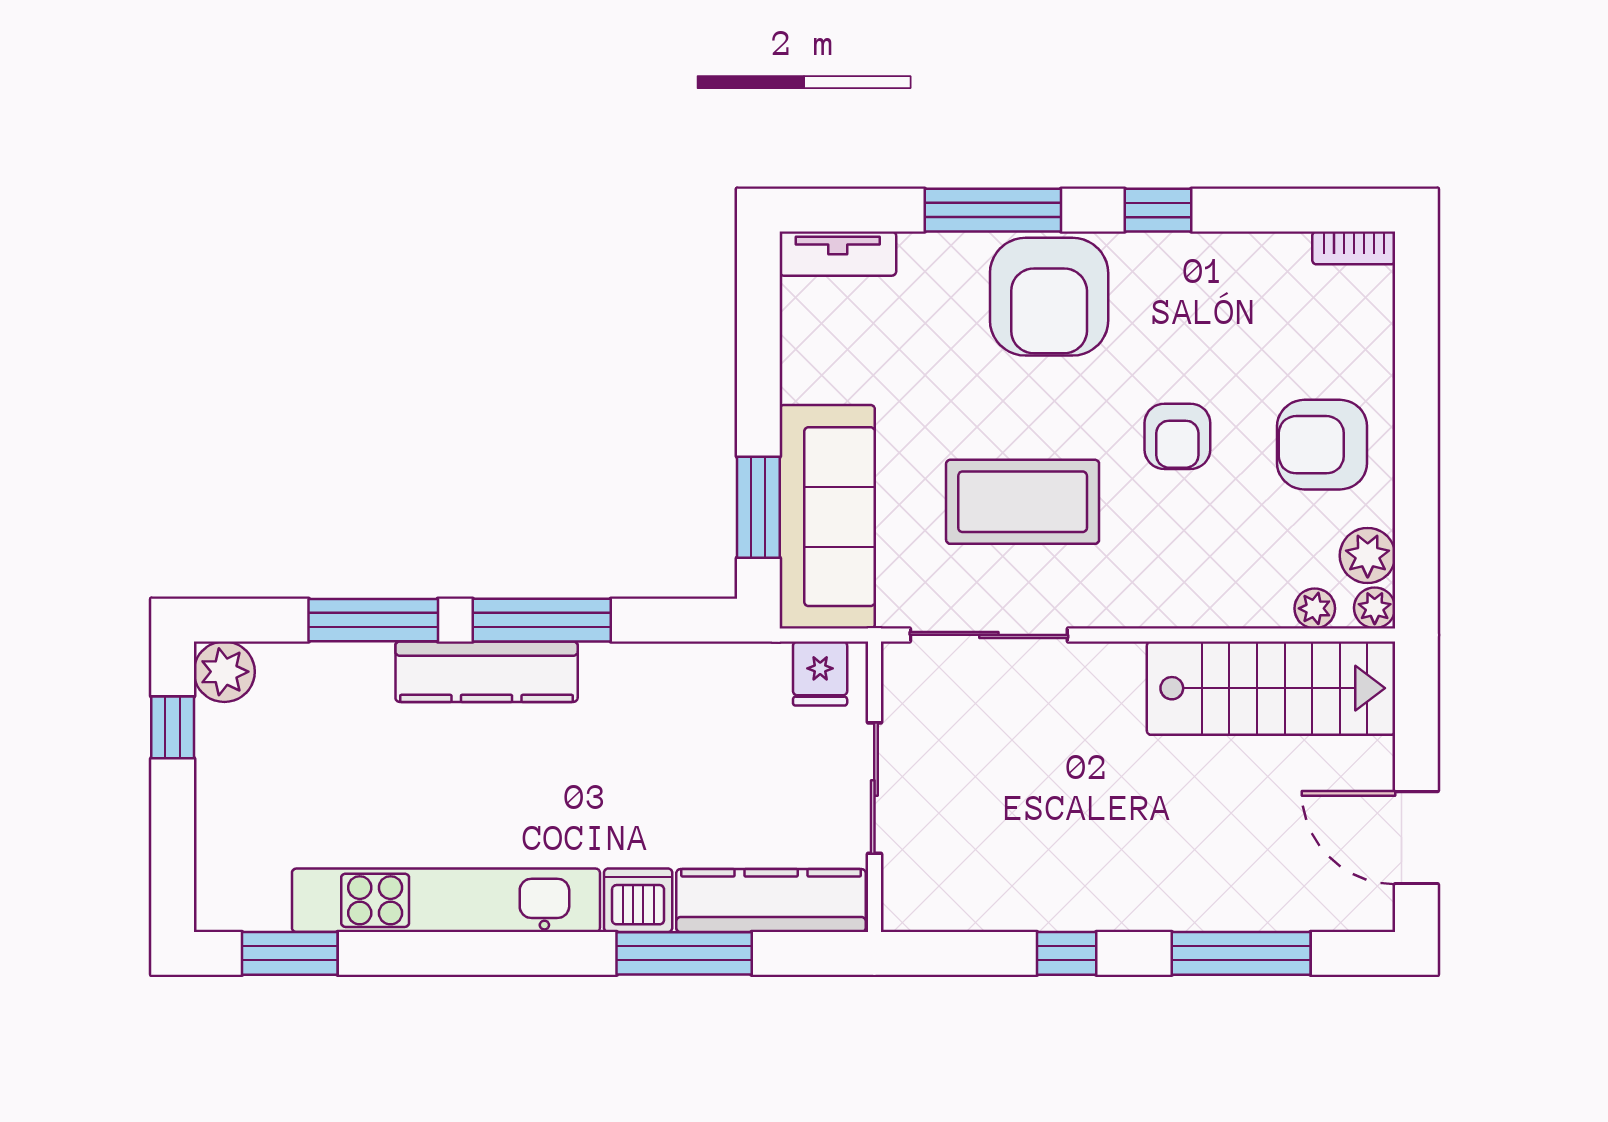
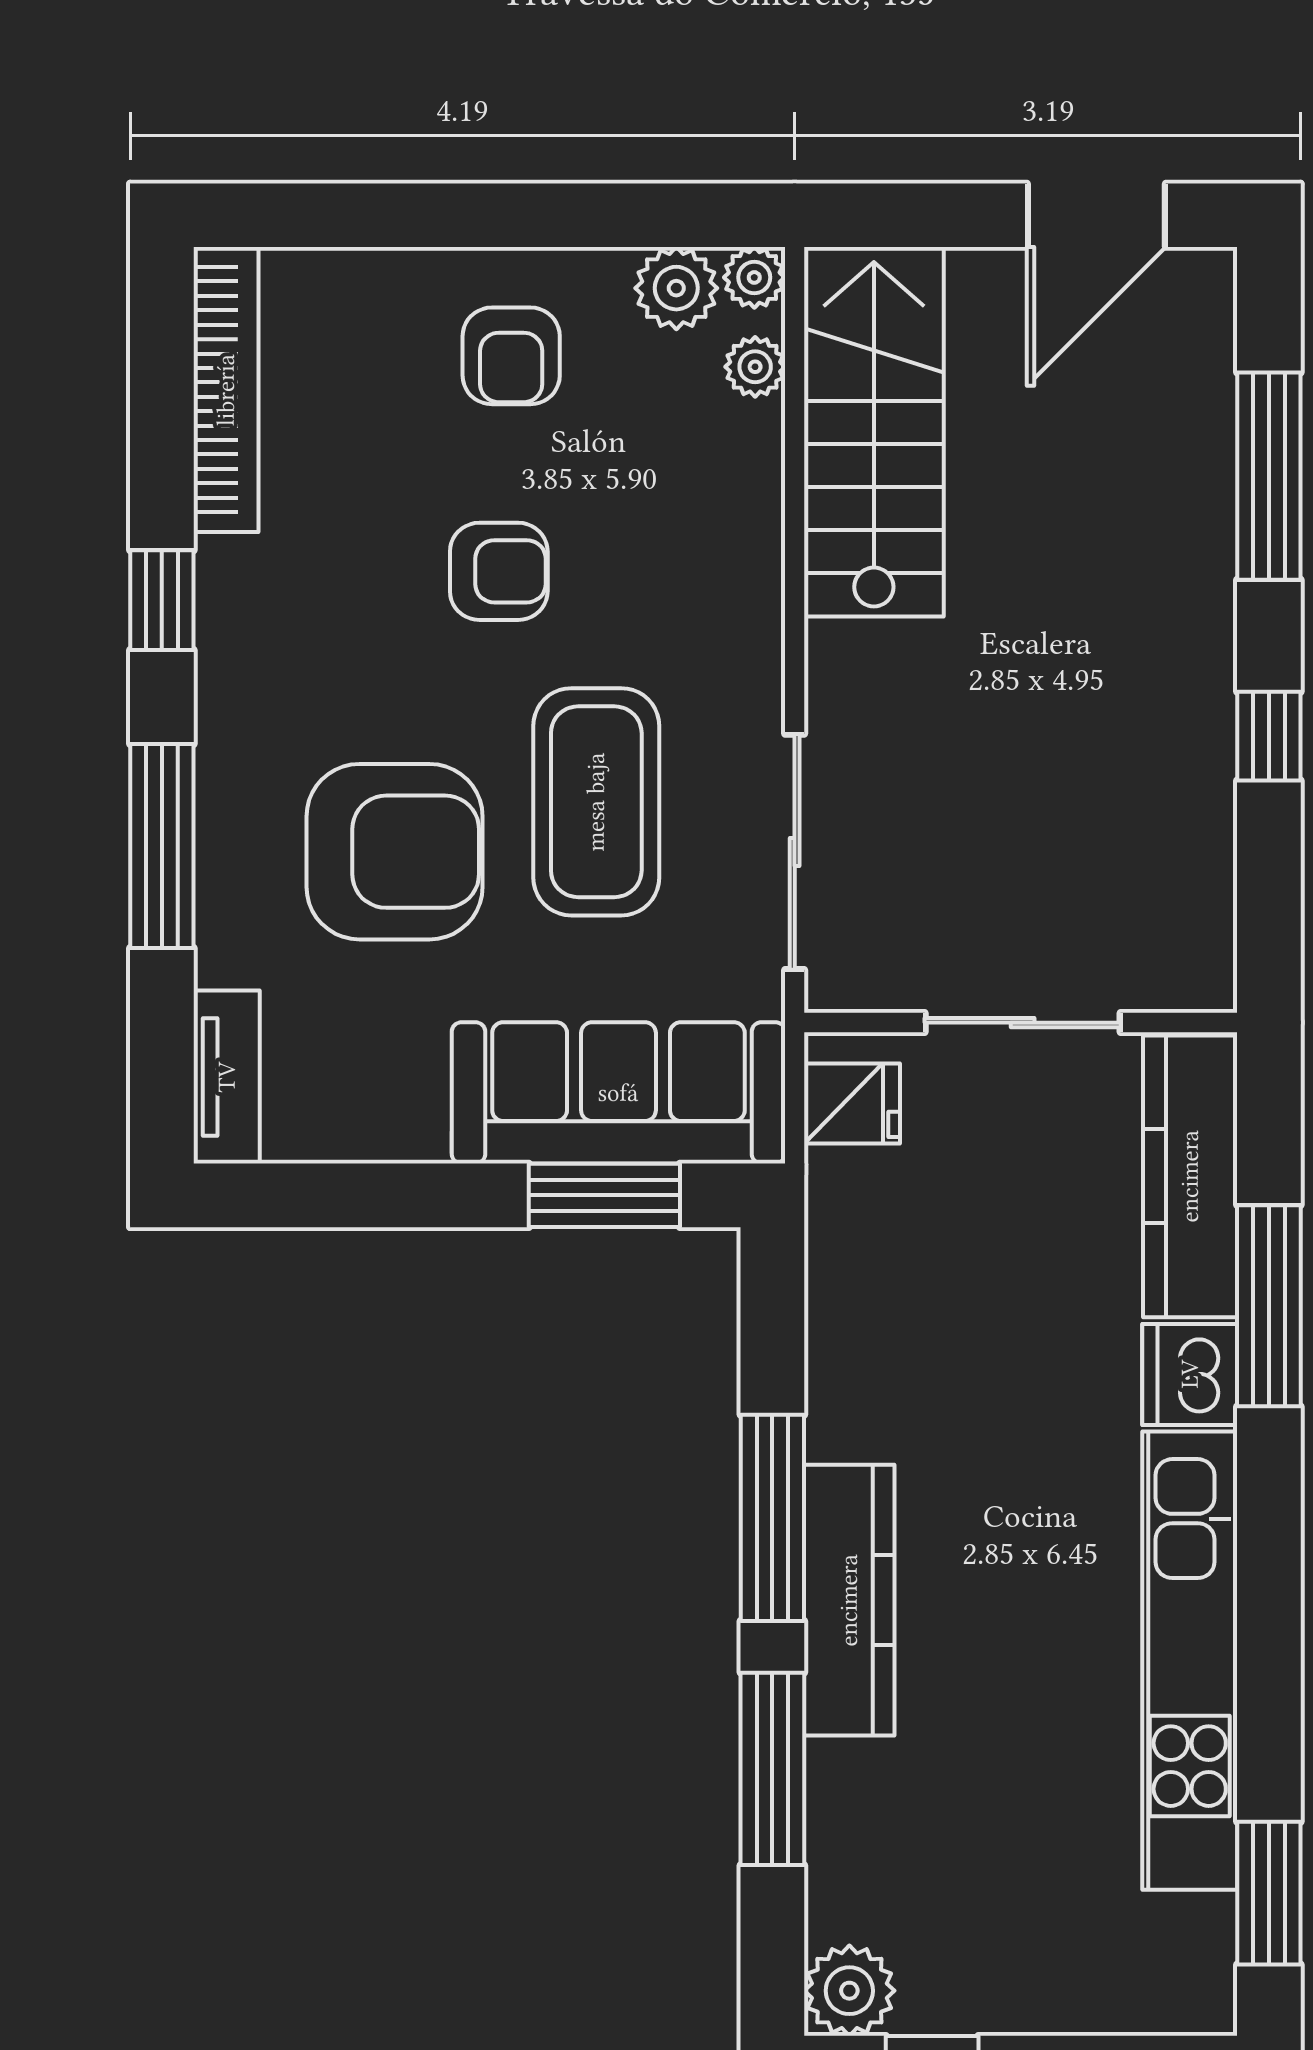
bookcase: (1354, 248) -> (226, 390), width x2.31, depth x1.31
armchair: (1049, 297) -> (395, 852), moved
armchair: (1322, 445) -> (511, 356), width x0.72, depth x0.72

